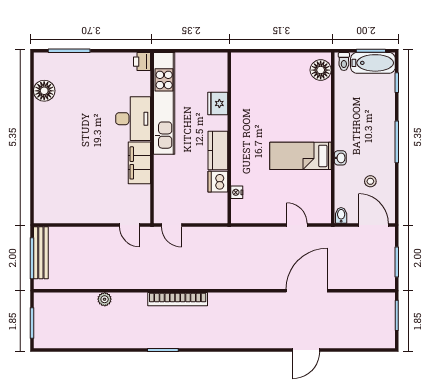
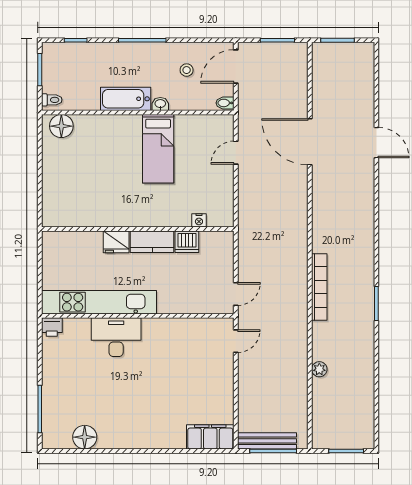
bathtub: (373, 63) -> (126, 99), moved, turned -90
fridge: (218, 103) -> (116, 242), moved
filing cabinet: (139, 163) -> (210, 437), moved, turned 180

